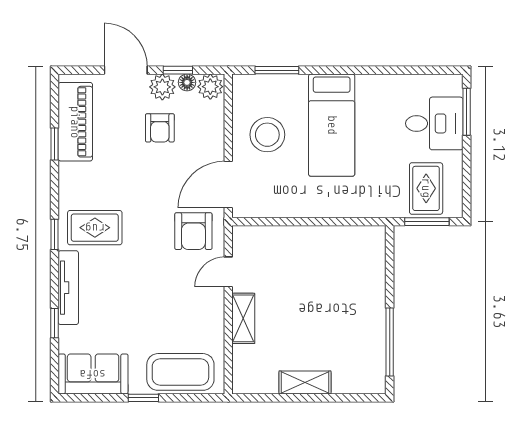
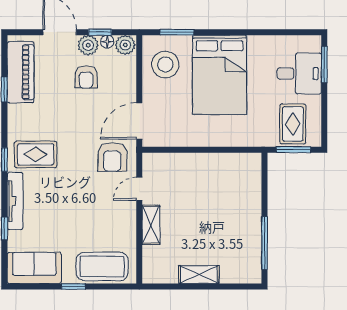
bed: (332, 125) -> (219, 75), width x1.50
stool: (267, 135) -> (165, 64), moved

